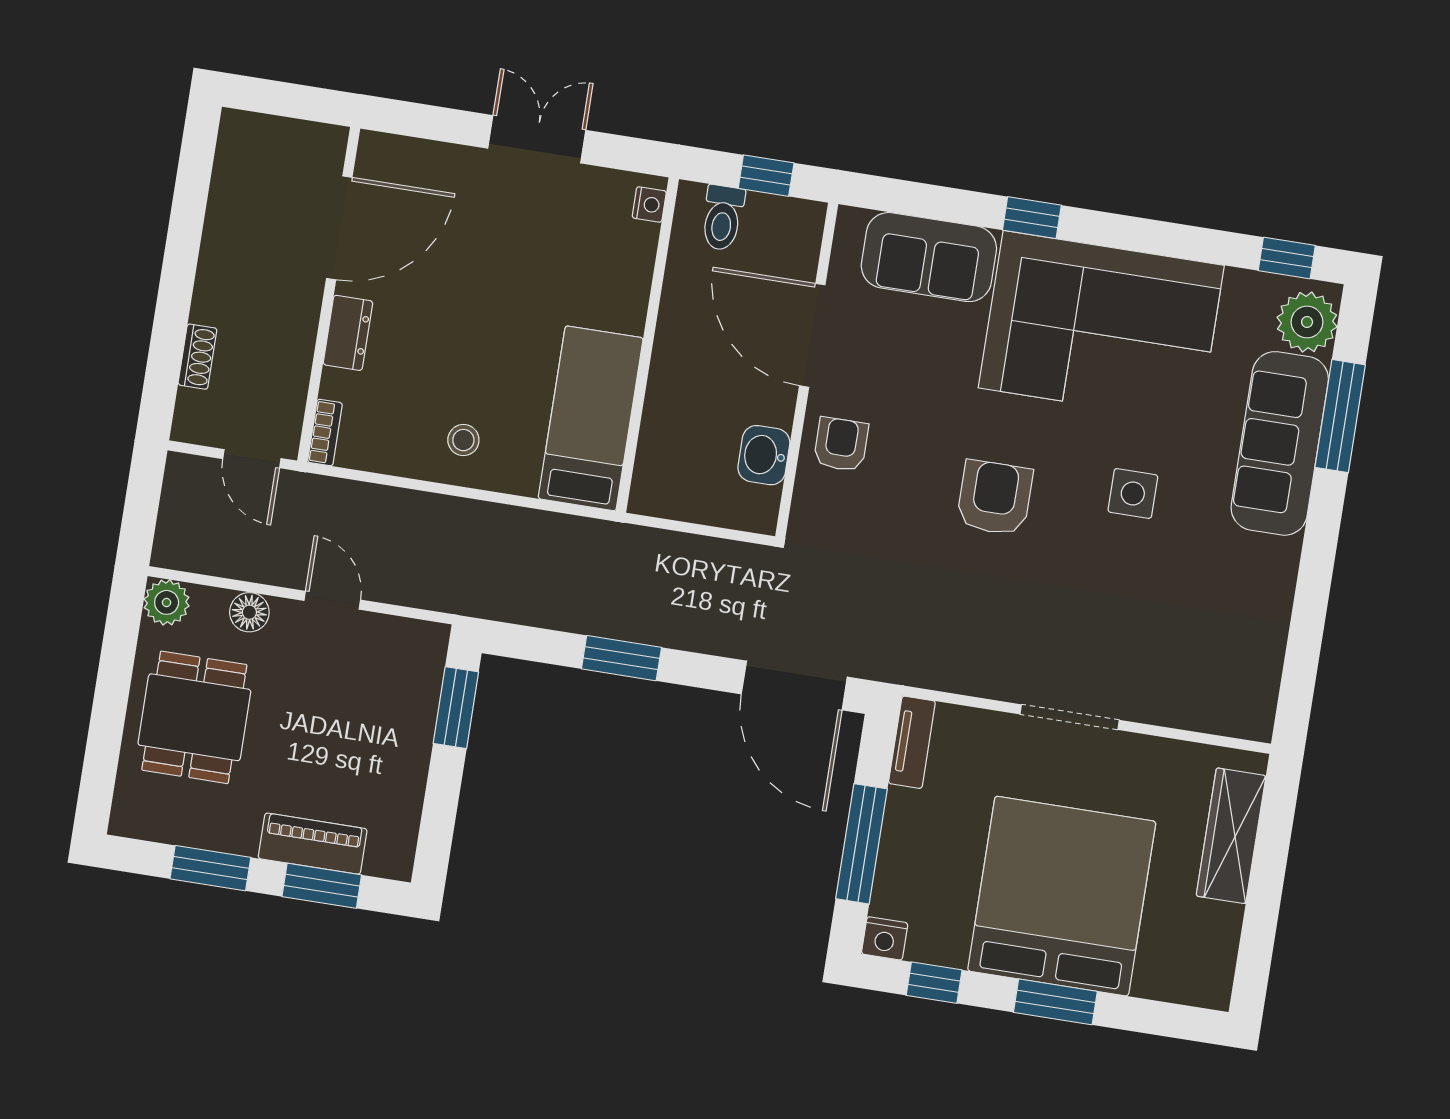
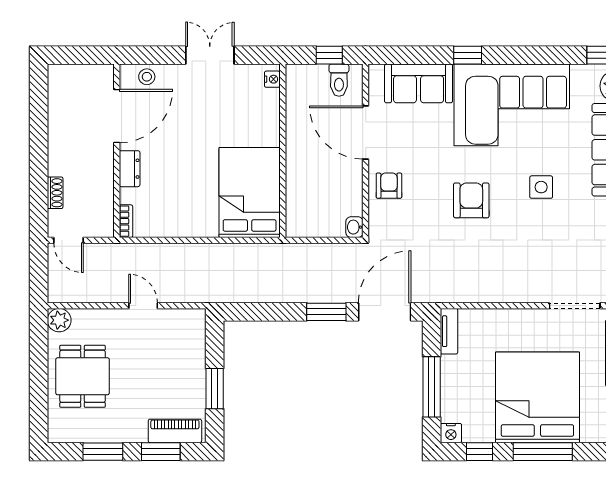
toilet: (723, 218) -> (339, 80), moved
bed: (591, 418) -> (250, 193), width x1.50
stool: (463, 440) -> (147, 77), moved
washbasin: (764, 455) -> (354, 227), moved, width x0.72, depth x0.69
door: (252, 459) -> (68, 240), moved
floor lamp: (249, 612) -> (102, 318), removed
window: (621, 658) -> (326, 312), moved
door: (794, 685) -> (385, 312), swing flipped
window: (456, 708) -> (215, 389), moved
doorway: (1070, 717) -> (575, 306), moved
piano: (313, 844) -> (175, 431), moved
window: (1055, 1002) -> (543, 452), width x1.44

